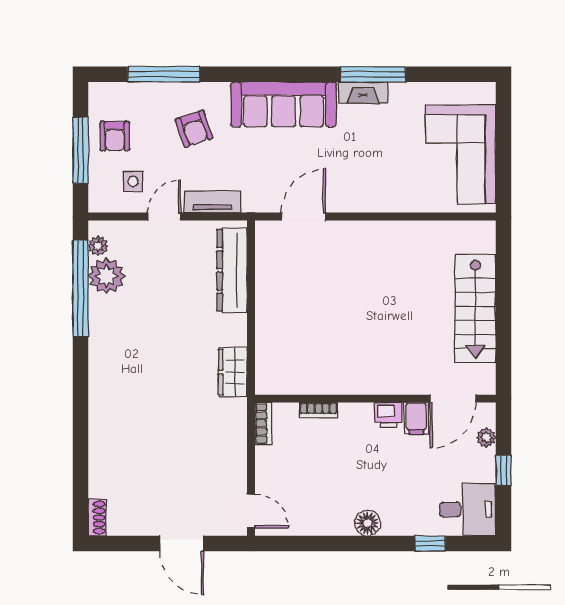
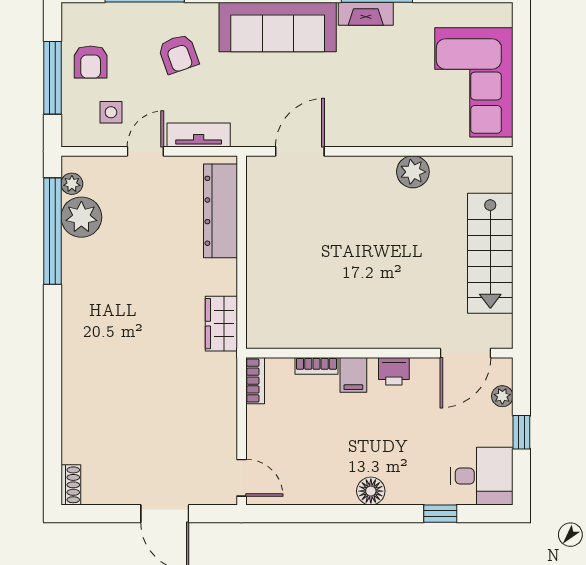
plant: (406, 235) -> (413, 172), added
filing cabinet: (416, 418) -> (353, 375), moved

